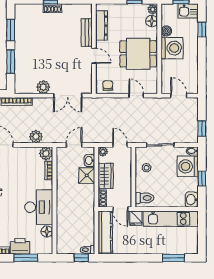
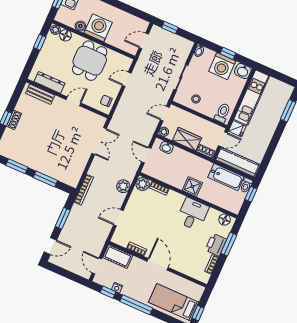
bench: (87, 33) -> (40, 94), moved
plant: (43, 87) -> (82, 160), removed
window: (202, 128) -> (170, 28), moved
washing machine: (188, 166) -> (222, 66), moved
shower: (87, 175) -> (192, 187), moved
desk: (39, 207) -> (193, 214), width x0.73
bathtub: (87, 228) -> (226, 177), added
floor lamp: (47, 232) -> (225, 220), moved

